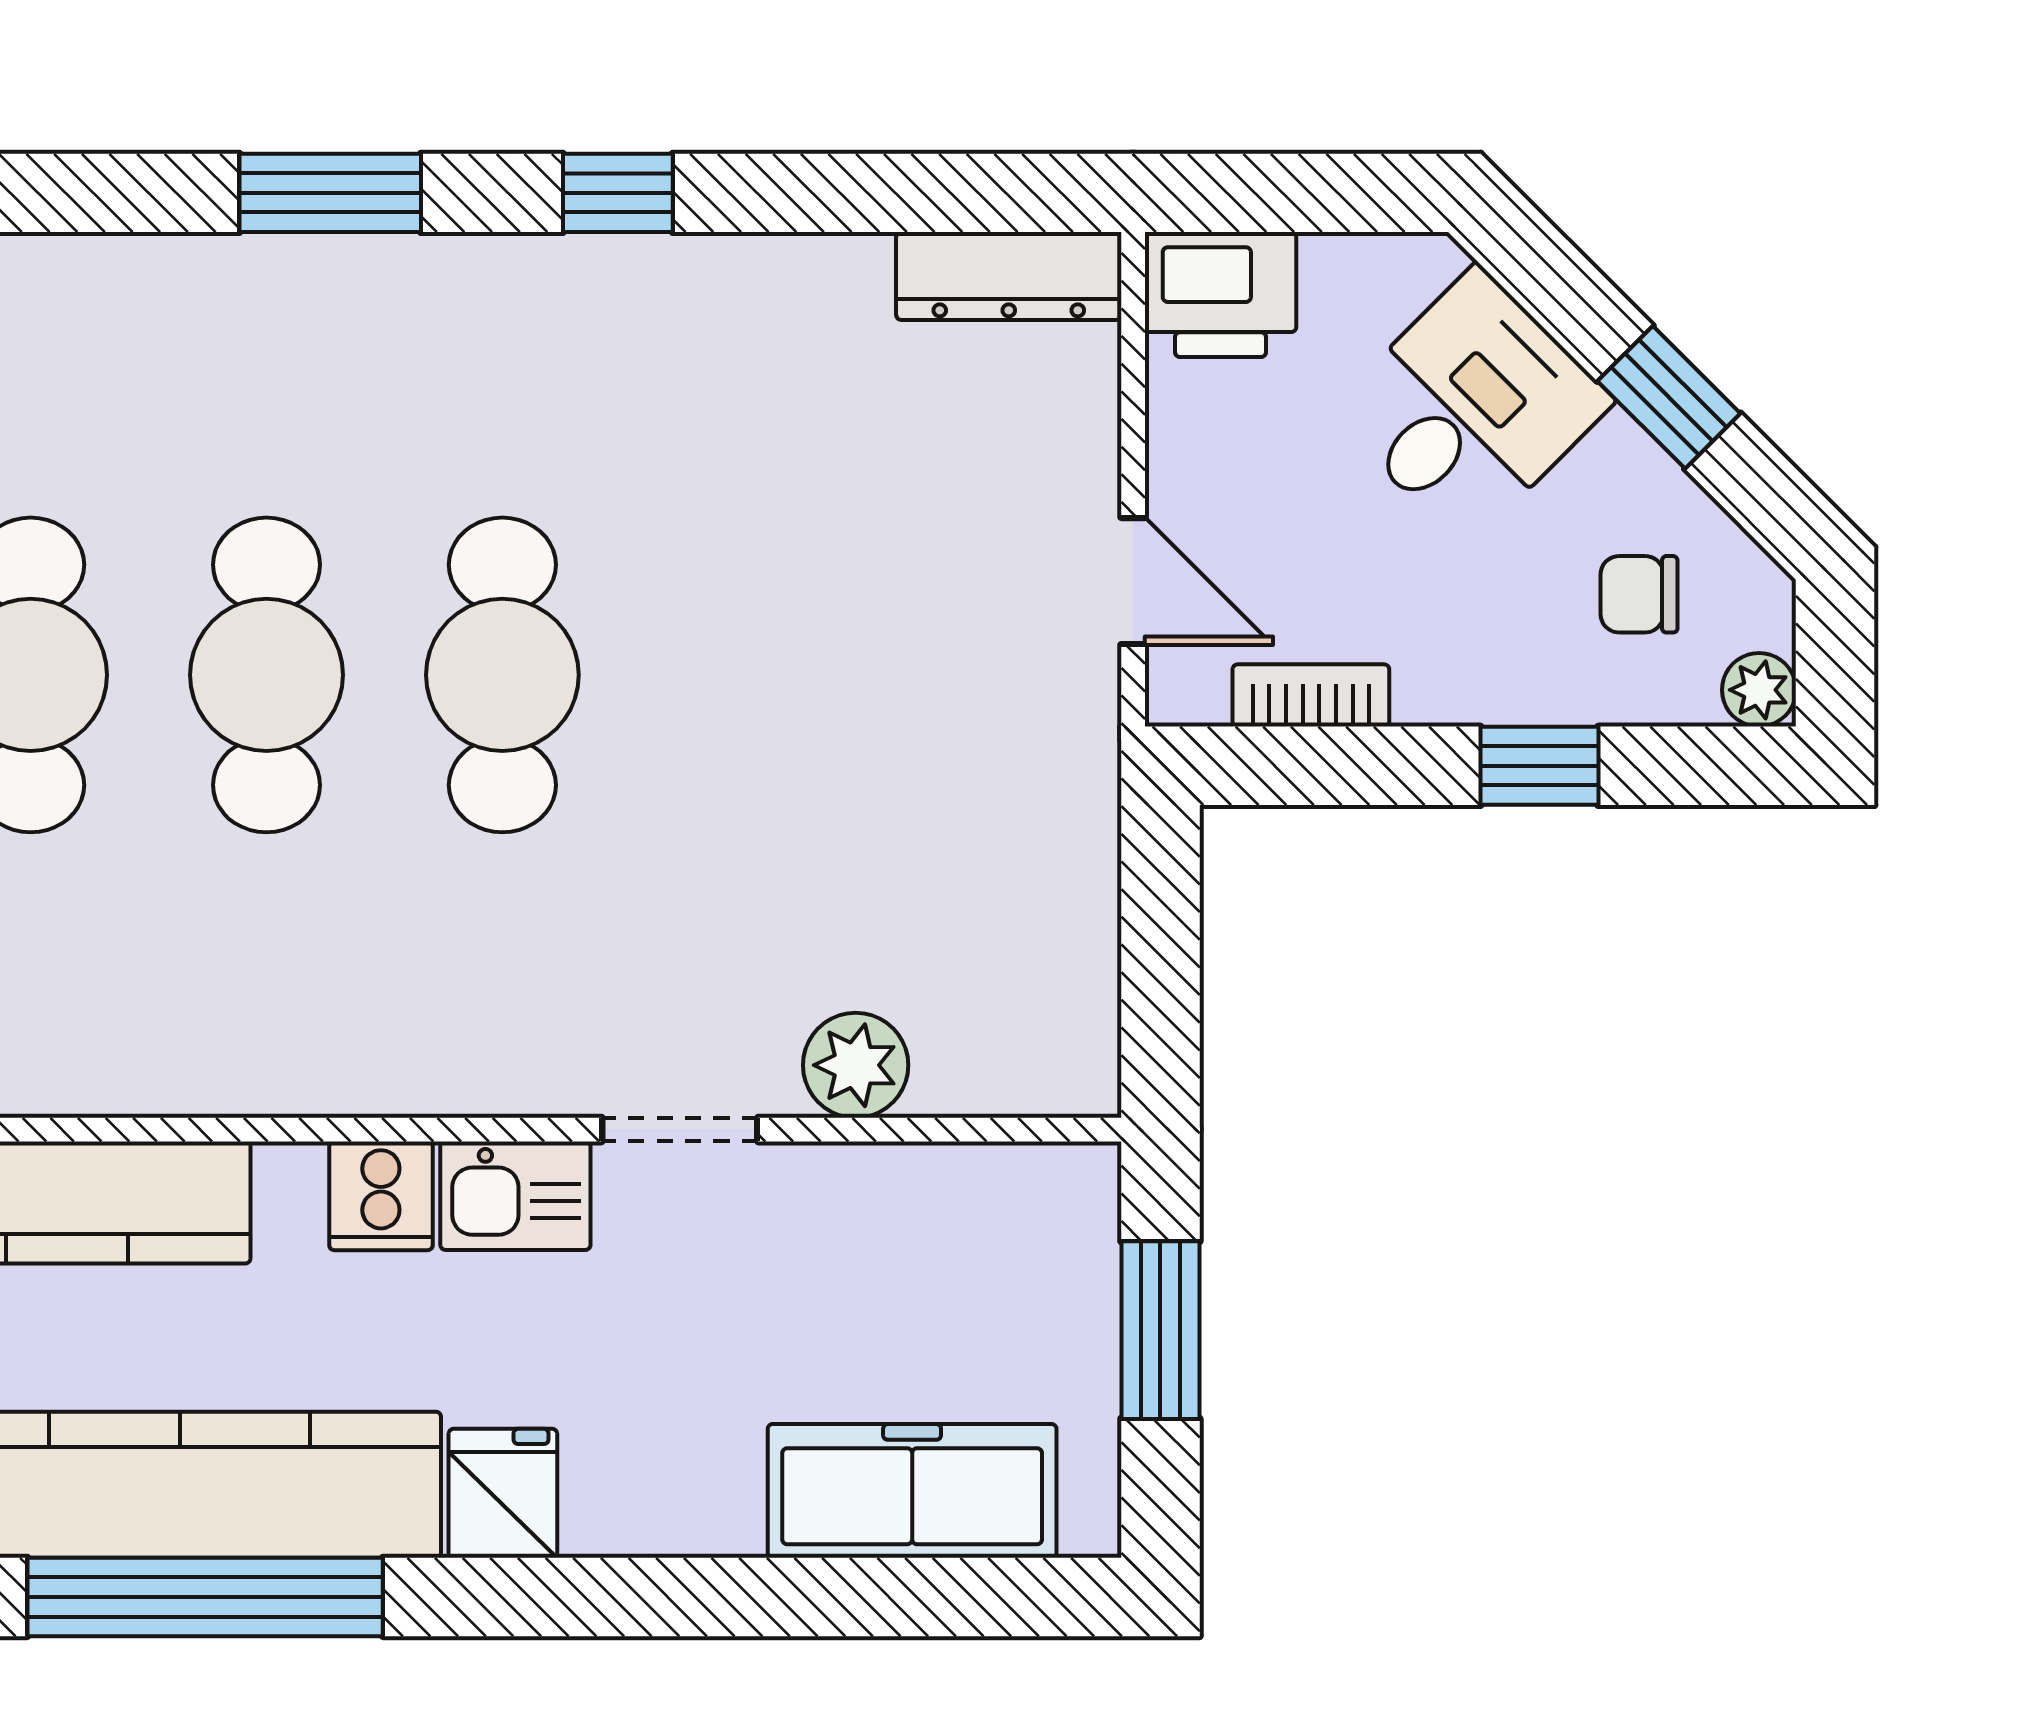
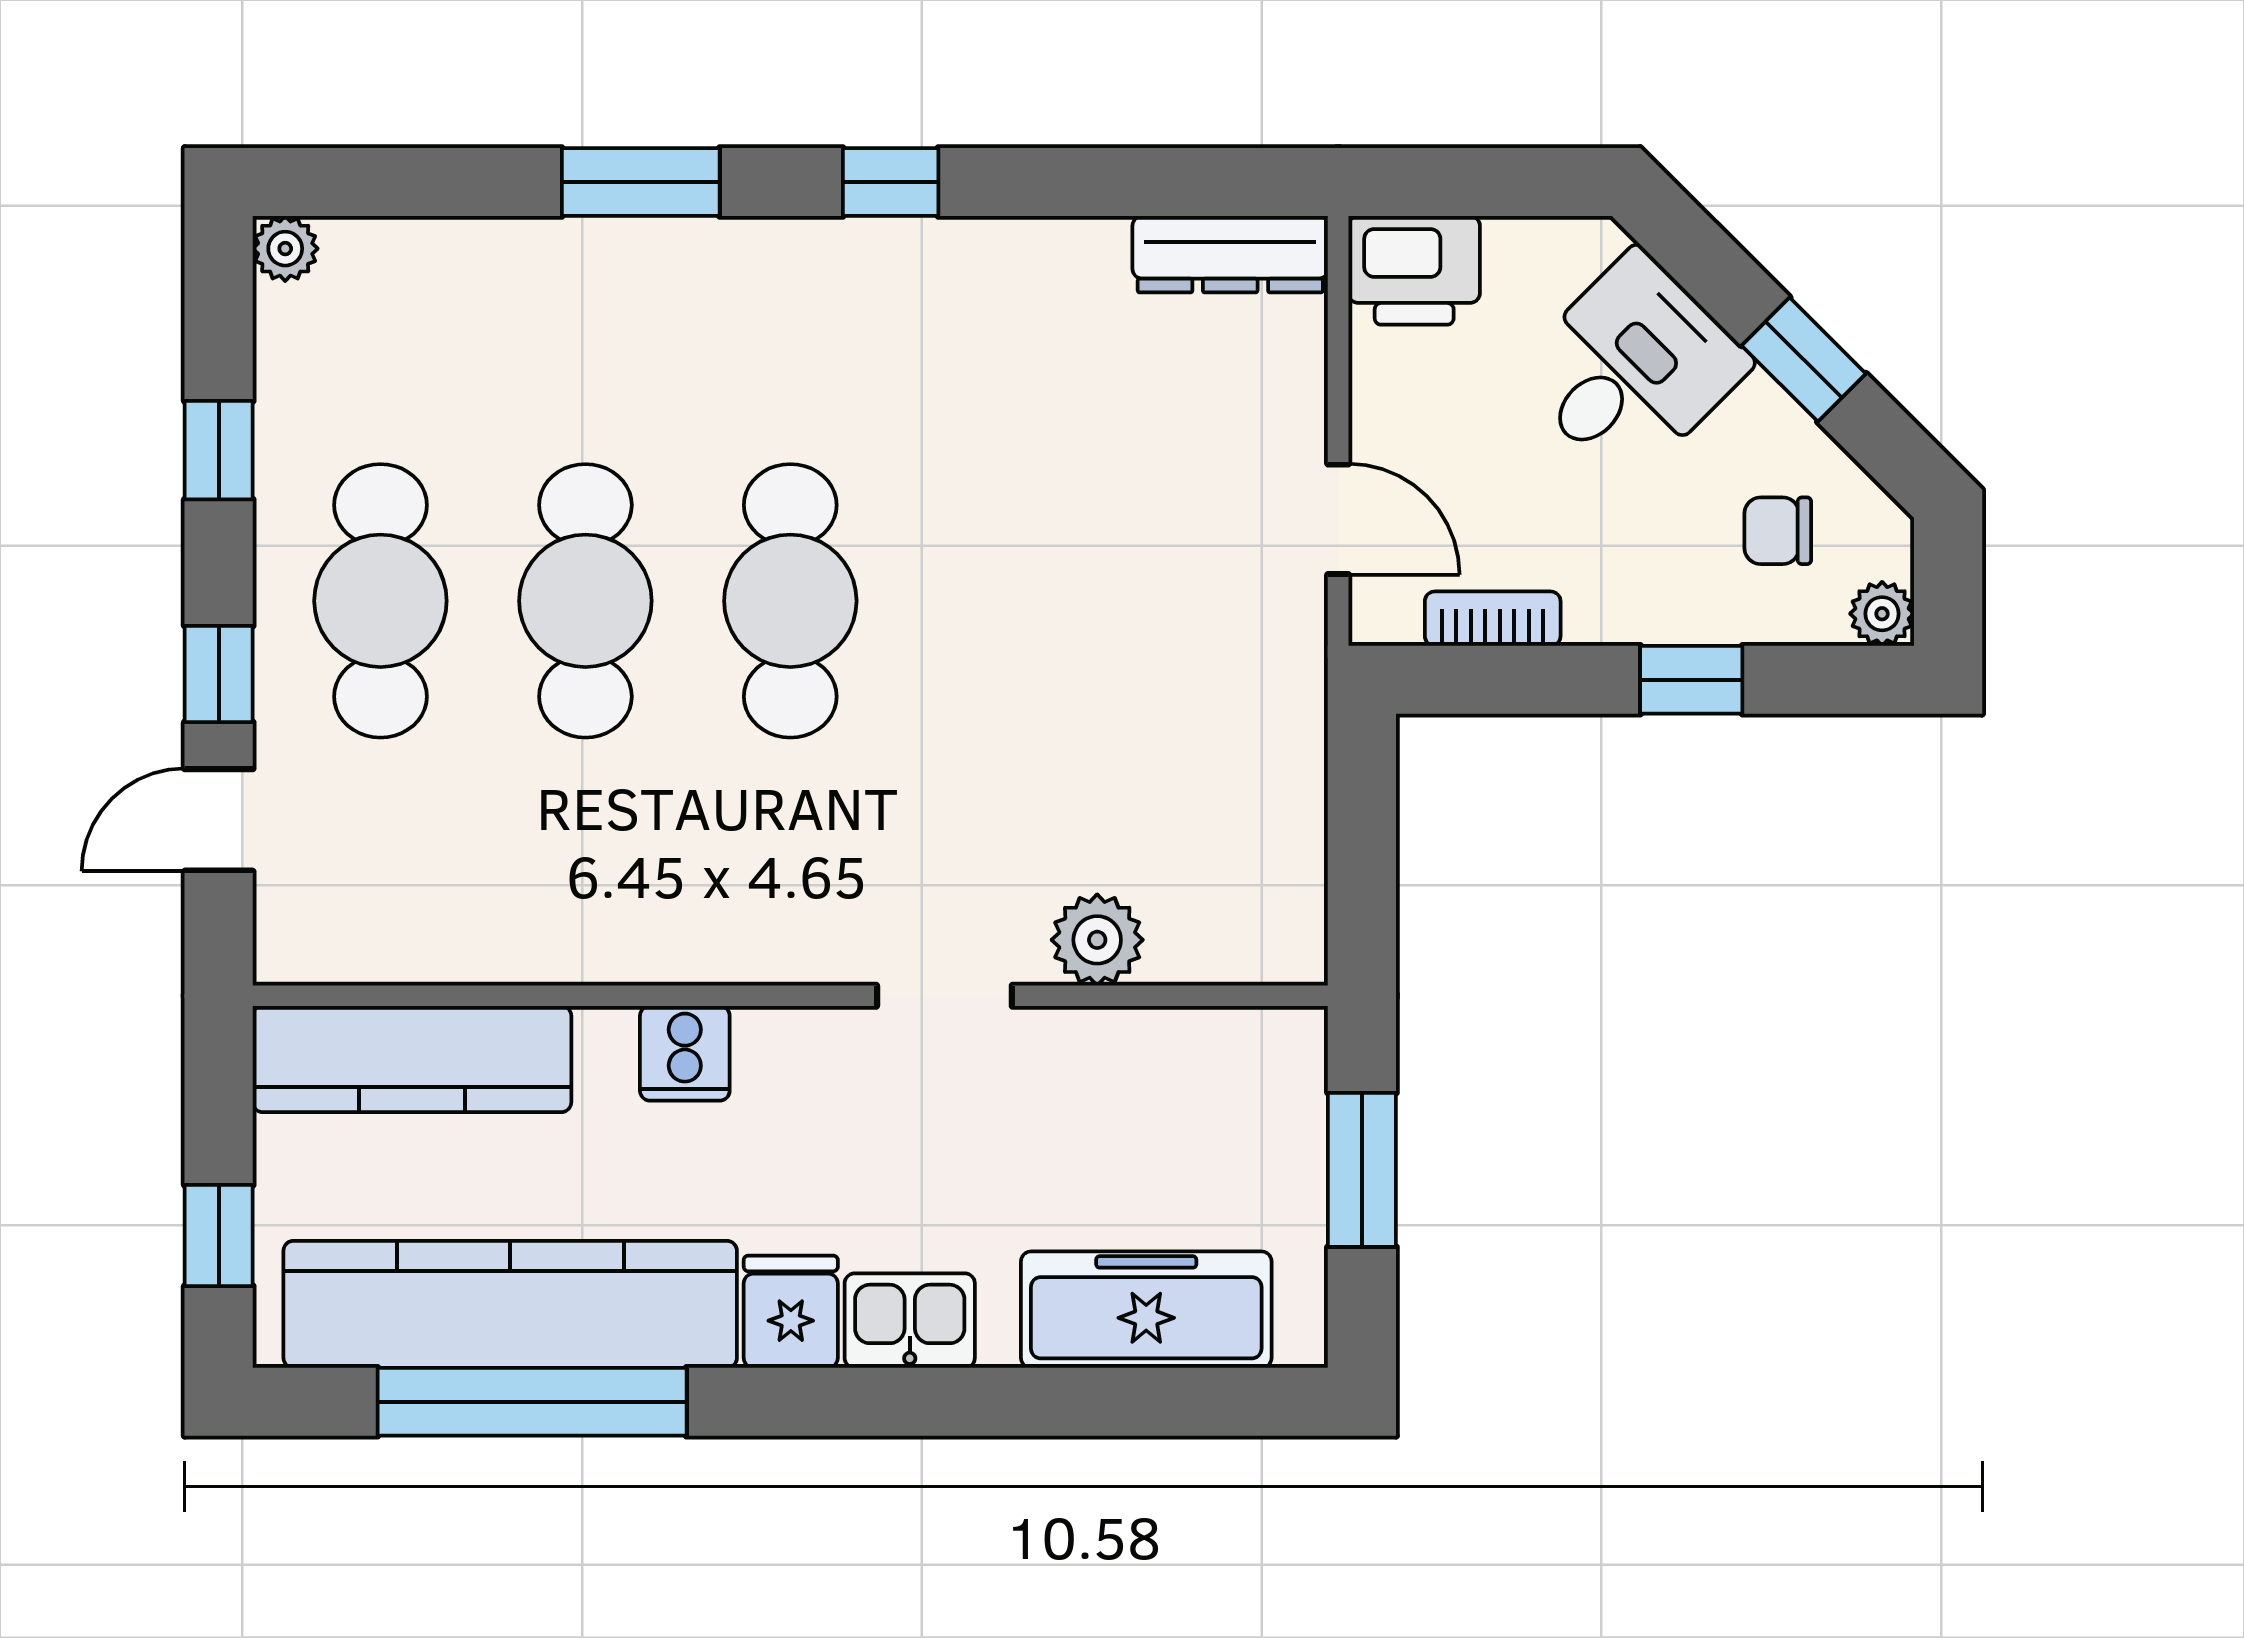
kitchen sink: (515, 1196) -> (910, 1321), moved, turned 180

